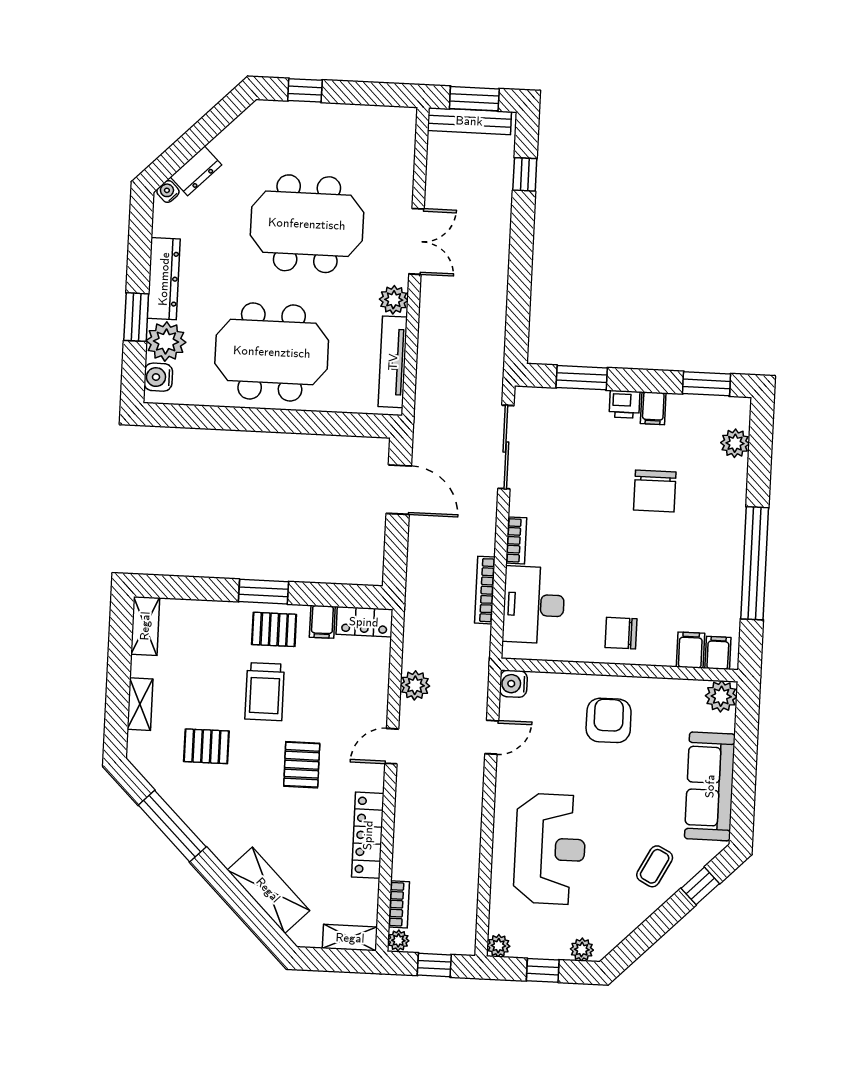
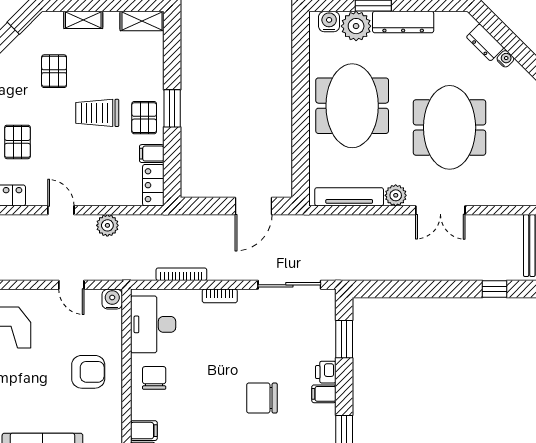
water cooler: (168, 191) -> (505, 59), moved
desk: (534, 605) -> (153, 324), moved, turned -90
pallet: (302, 765) -> (17, 142), moved, turned 90

